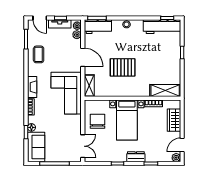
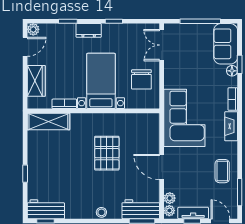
workbench: (162, 27) -> (46, 209), width x0.73
pallet: (123, 67) -> (107, 153), turned 90
shelving: (89, 86) -> (153, 128), removed

